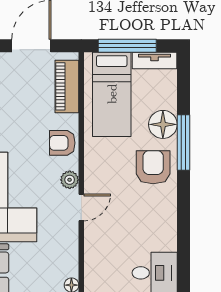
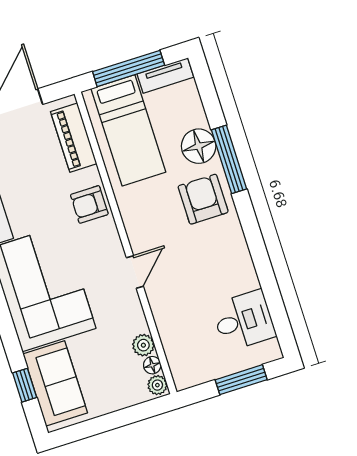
plant: (70, 180) -> (143, 345), moved

